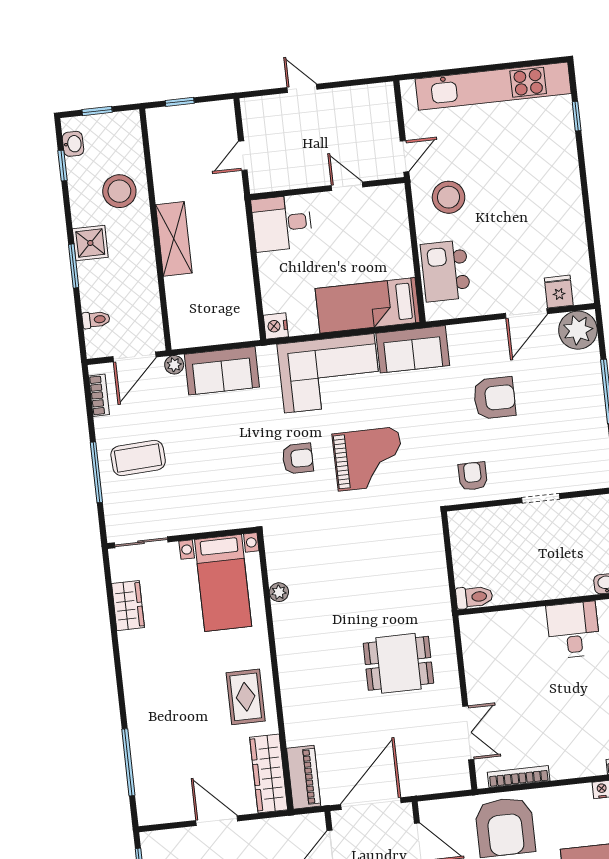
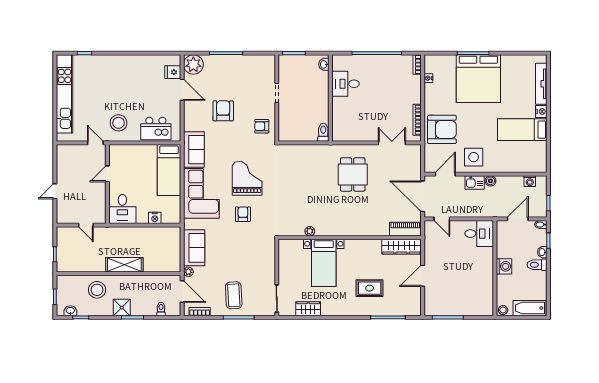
nightstand: (276, 326) -> (155, 218), moved
bed with nightstands: (223, 583) -> (324, 263), moved, turned 90
rug: (246, 697) -> (370, 288), moved

